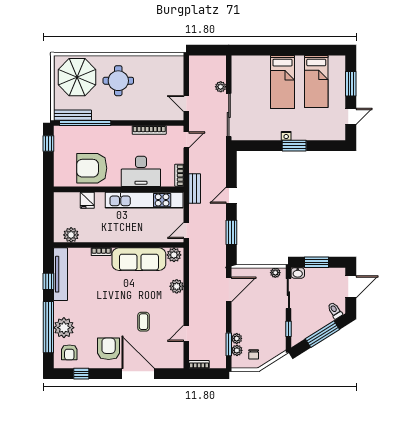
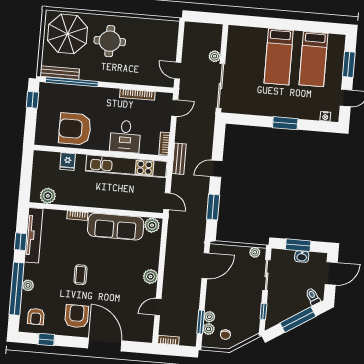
nightstand: (286, 136) -> (325, 116), moved
desk: (141, 171) -> (125, 136), width x0.73
door: (186, 230) -> (167, 201), swing flipped
washbasin: (298, 273) -> (302, 257), moved
plant: (177, 286) -> (150, 277), moved
coffee table: (144, 322) -> (80, 275), moved
plant: (64, 328) -> (28, 285), width x0.53, depth x0.53

